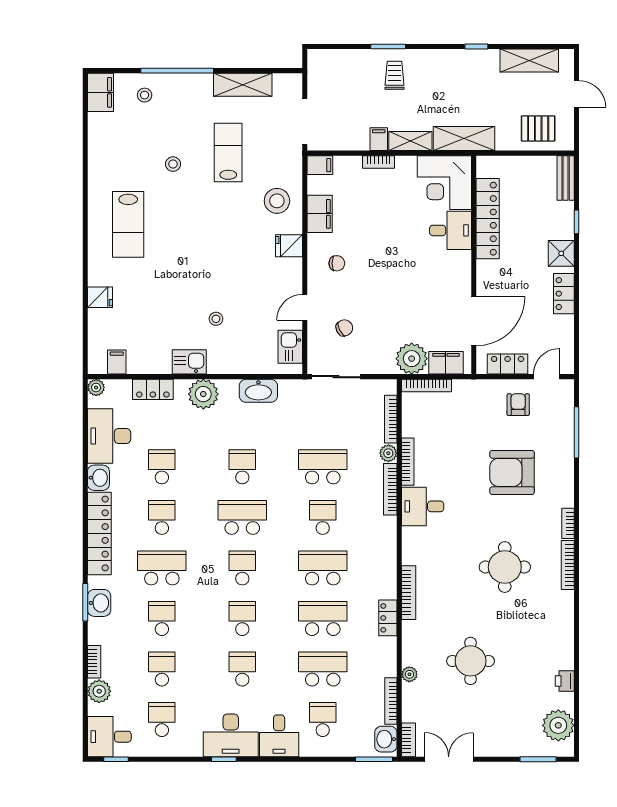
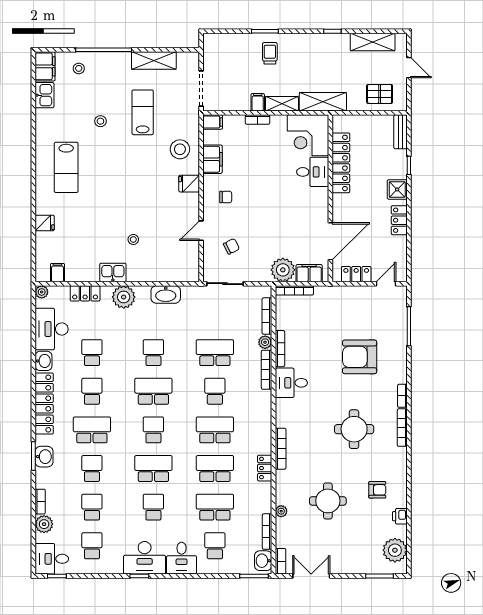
kitchen sink: (290, 347) -> (44, 95), moved, turned 180
armchair: (518, 405) -> (377, 490), moved, turned 90
school desk: (242, 618) -> (153, 468), width x1.85

